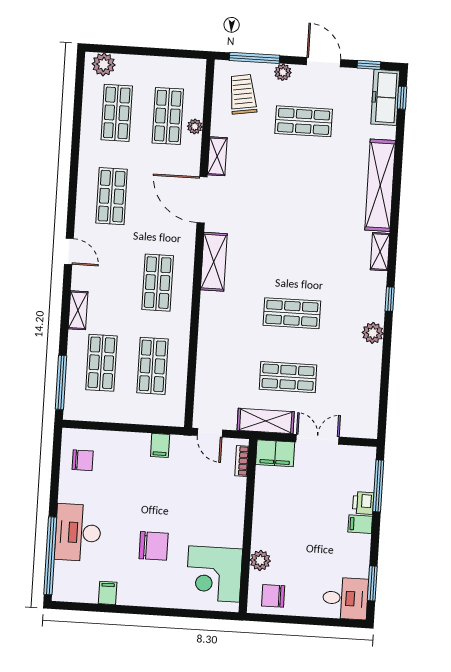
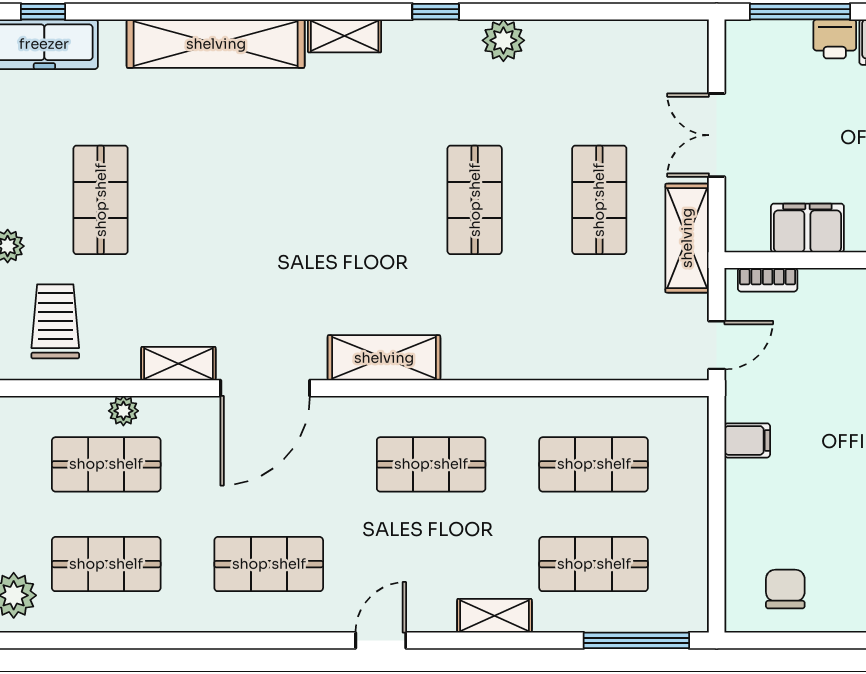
trolley: (243, 94) -> (55, 321), turned 99
filing cabinet: (275, 453) -> (807, 228), moved, turned -90

